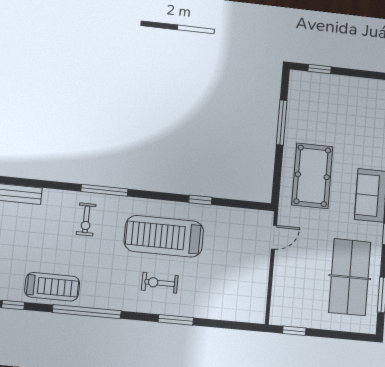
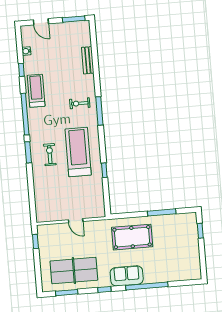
door: (274, 237) -> (76, 221), moved
treadmill: (52, 287) -> (36, 91), turned 180
window: (176, 320) -> (28, 152), moved

